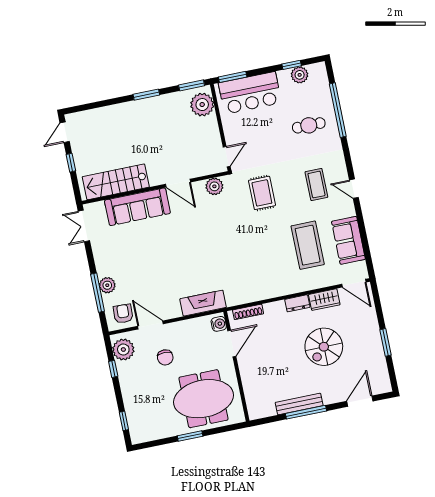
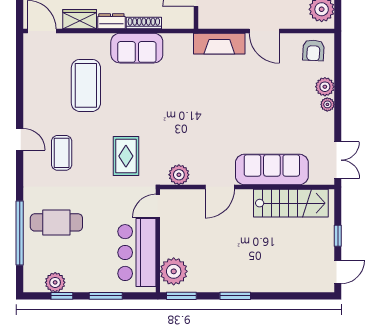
window: (233, 77) -> (106, 296), moved
bar counter: (250, 93) -> (137, 253), moved, turned -90
cafe table: (309, 125) -> (56, 222), width x1.37, depth x1.35
door: (178, 183) -> (220, 187), swing flipped
sofa: (348, 240) -> (137, 48), moved, turned 90
plant: (102, 271) -> (327, 104), added
window: (98, 293) -> (338, 80), removed
shoe rack: (248, 312) -> (144, 23), moved
water cooler: (219, 324) -> (206, 16), removed
door: (150, 325) -> (264, 31), moved

